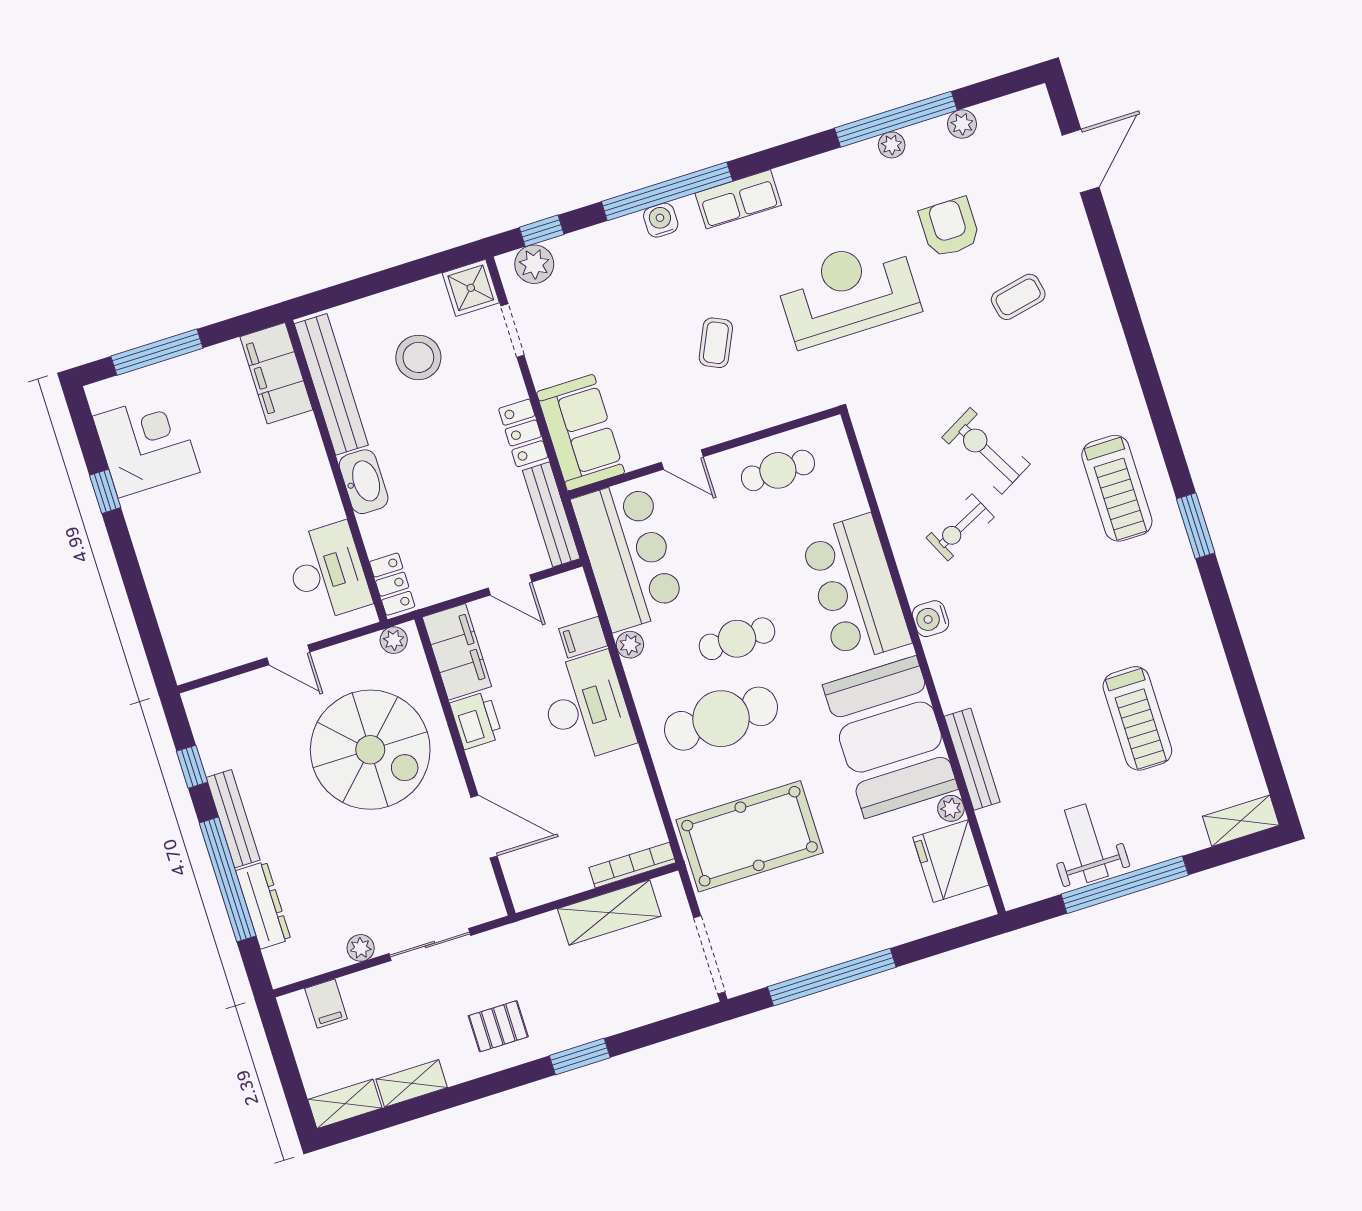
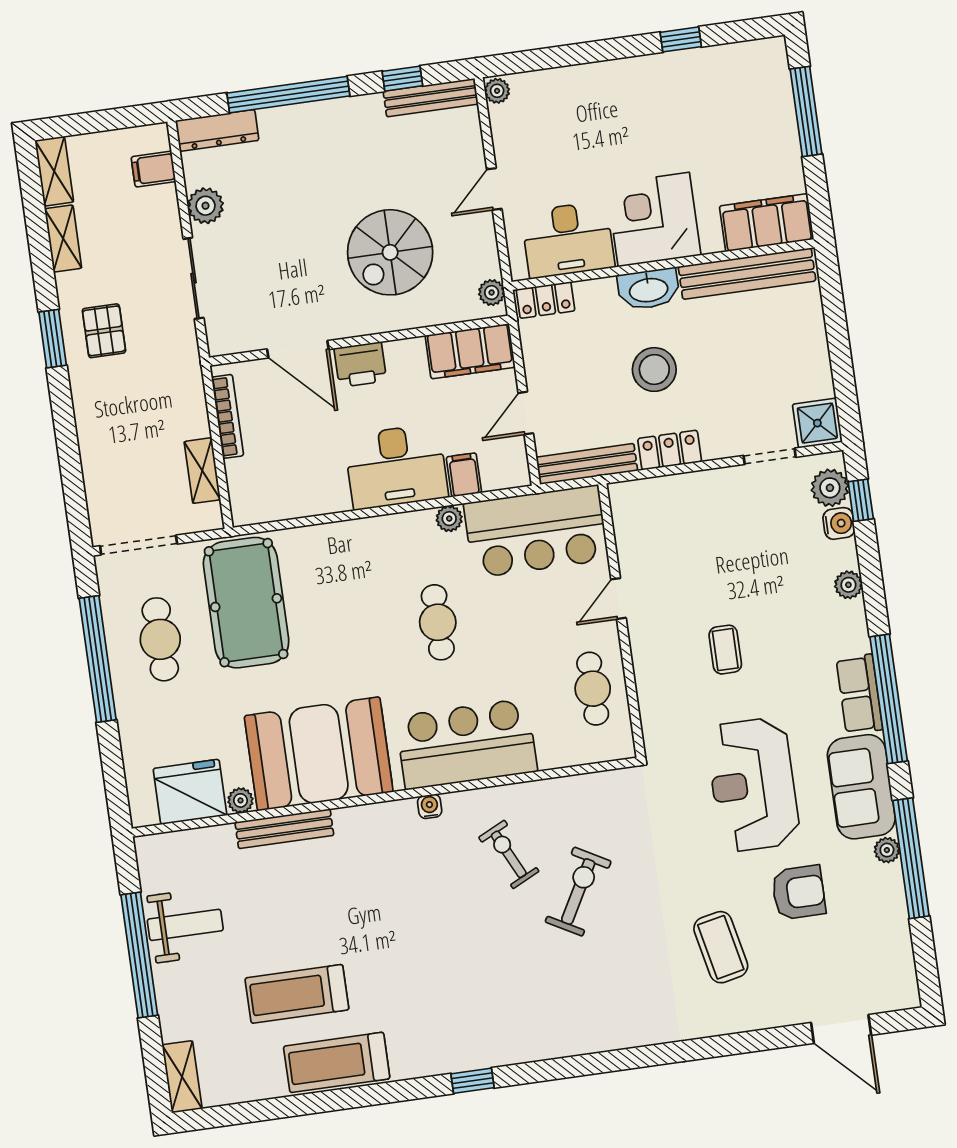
plant: (962, 124) -> (848, 585), moved
window: (667, 191) -> (889, 699), moved
water cooler: (661, 220) -> (839, 523), moved
reception desk: (848, 292) -> (753, 785), turned 180
coffee table: (1018, 297) -> (721, 947), width x1.36, depth x1.30
coffee table: (716, 343) -> (725, 650), turned 65
stool: (418, 357) -> (654, 370), moved
sofa: (581, 433) -> (861, 787), moved, turned 90
corner desk: (146, 444) -> (654, 220), moved, turned 180
exercise bike: (986, 451) -> (578, 892), turned -32
treadmill: (1117, 488) -> (337, 1062), moved
window: (1196, 526) -> (472, 1081), width x0.67
water cooler: (931, 619) -> (430, 806), width x0.72, depth x0.72
plant: (188, 669) -> (497, 91), added
cafe table: (721, 719) -> (160, 639), moved, width x0.73, depth x0.74
printer: (476, 720) -> (360, 365), moved
spiral stairs: (370, 750) -> (390, 252), width x0.73, depth x0.73
bench: (233, 819) -> (431, 98), moved
door: (484, 827) -> (298, 349), hinge flipped
bookcase: (632, 865) -> (228, 416), moved
dresser: (263, 905) -> (217, 130), moved
shelving: (609, 912) -> (202, 471), width x0.67, depth x0.75
plant: (361, 948) -> (205, 206), width x1.38, depth x1.38
window: (580, 1057) -> (53, 339), moved

